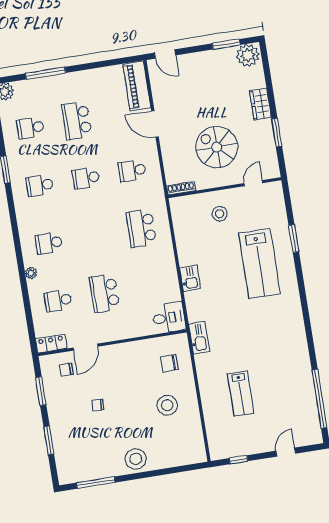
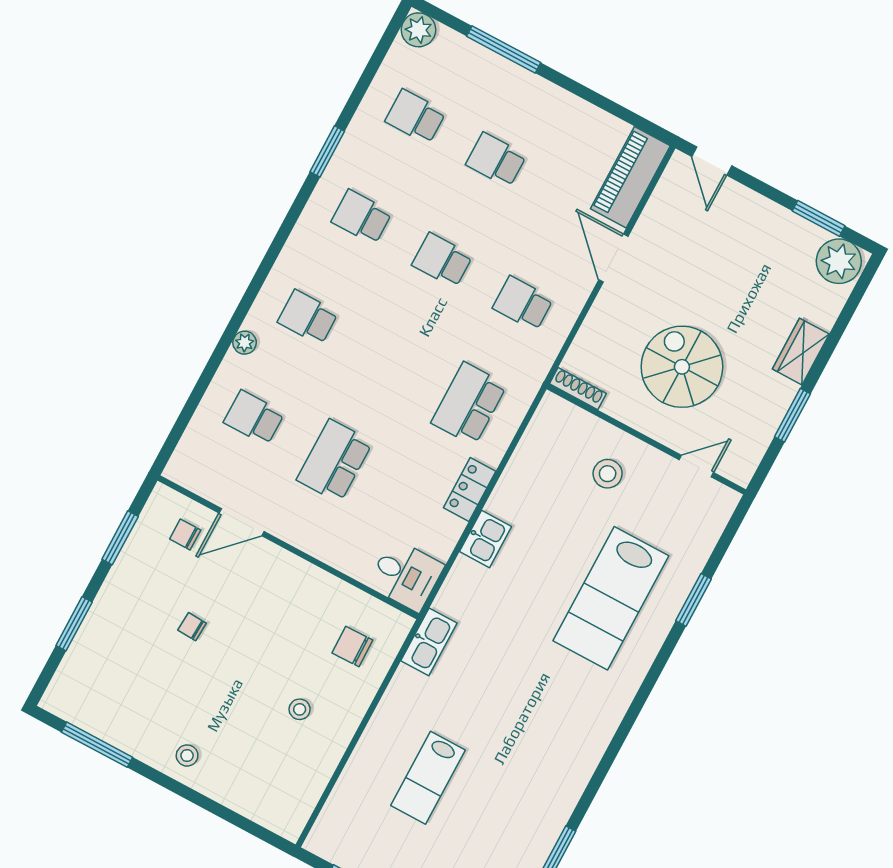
school desk: (77, 120) -> (496, 160), width x0.54
locker: (51, 344) -> (470, 490), moved, turned -90
stool: (167, 405) -> (300, 709), width x0.53, depth x0.53
stool: (136, 459) -> (187, 756), width x0.53, depth x0.53

